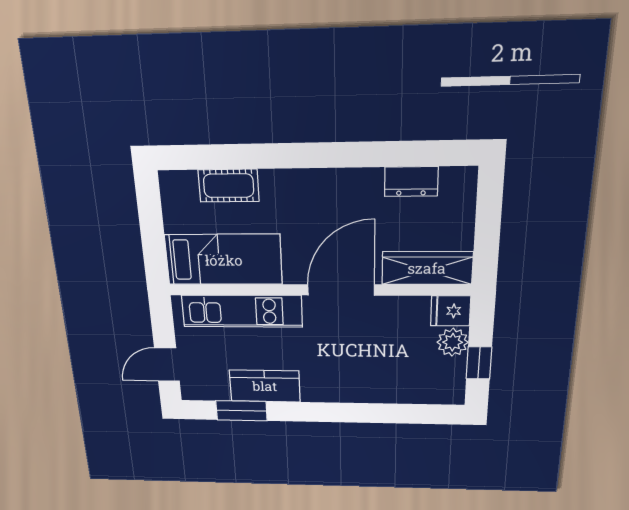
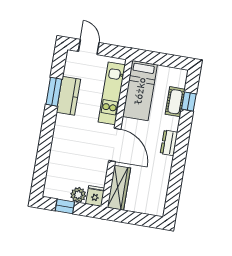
window: (221, 157) -> (189, 102), added
dresser: (411, 182) -> (169, 143), moved
window: (241, 411) -> (54, 92), moved

